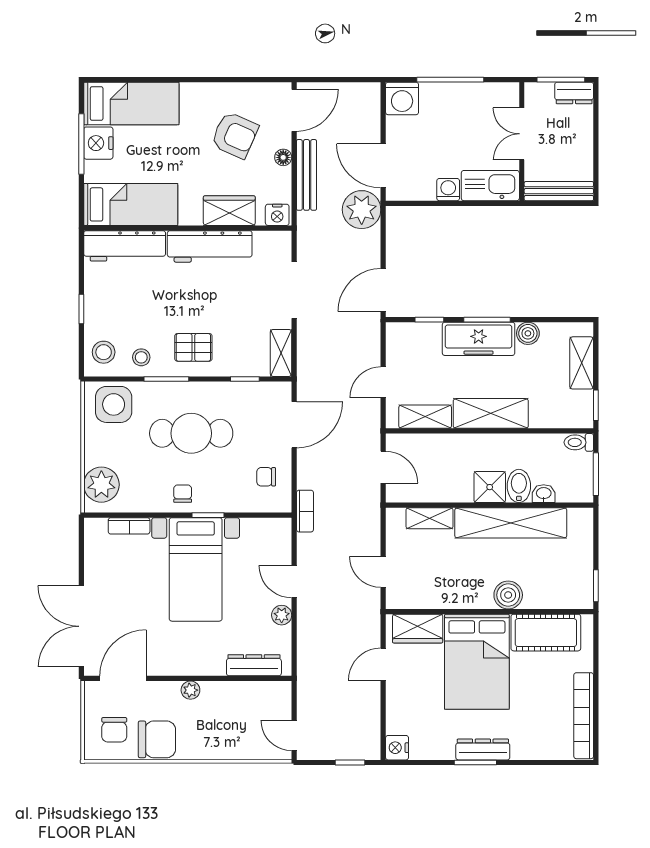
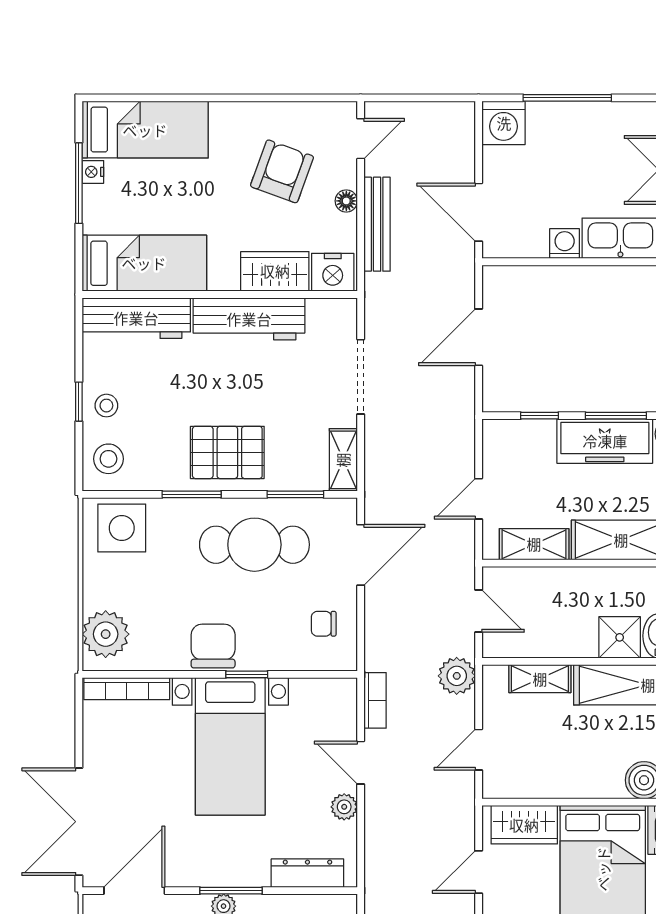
door: (294, 110) -> (361, 139), width x0.73
armchair: (235, 135) -> (282, 171), turned -94
nightstand: (98, 143) -> (93, 172), width x0.53, depth x0.56
plant: (362, 210) -> (457, 676), moved, width x0.73, depth x0.73
nightstand: (277, 215) -> (333, 272), width x1.36, depth x1.33
door: (383, 290) -> (479, 337), moved
pallet: (193, 347) -> (227, 452), width x1.50, depth x1.42
stool: (141, 357) -> (106, 406), moved
window: (245, 379) -> (295, 494), width x1.50
cafe table: (191, 433) -> (254, 545), moved
chair: (183, 494) -> (213, 646), width x1.87, depth x1.87
bookcase: (305, 511) -> (375, 700), moved
bookcase: (129, 526) -> (127, 689), width x1.56
door: (383, 572) -> (479, 750), hinge flipped
window: (196, 678) -> (231, 891), added

